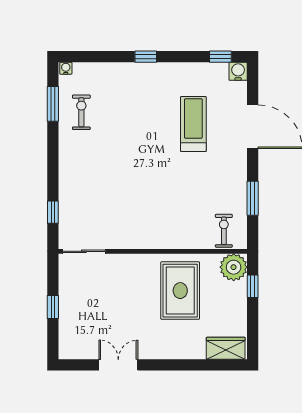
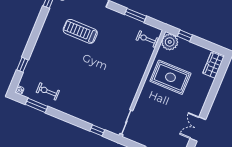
window: (146, 57) -> (22, 65), moved

